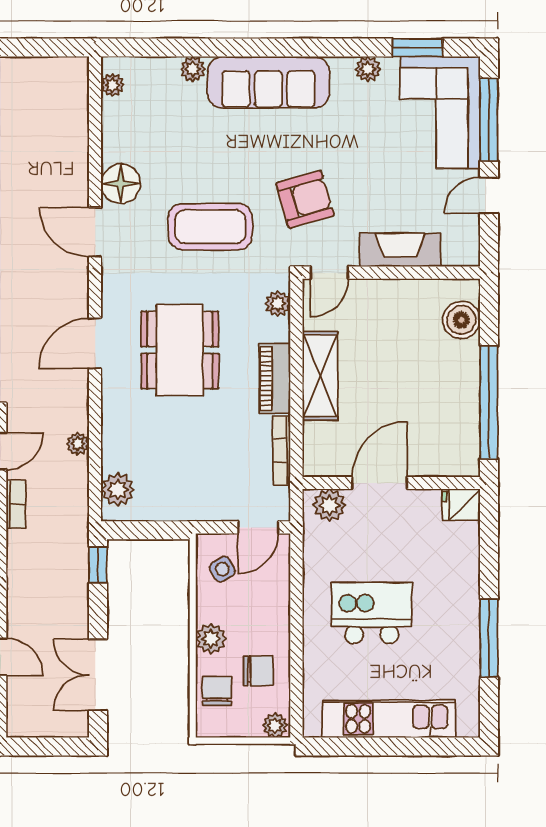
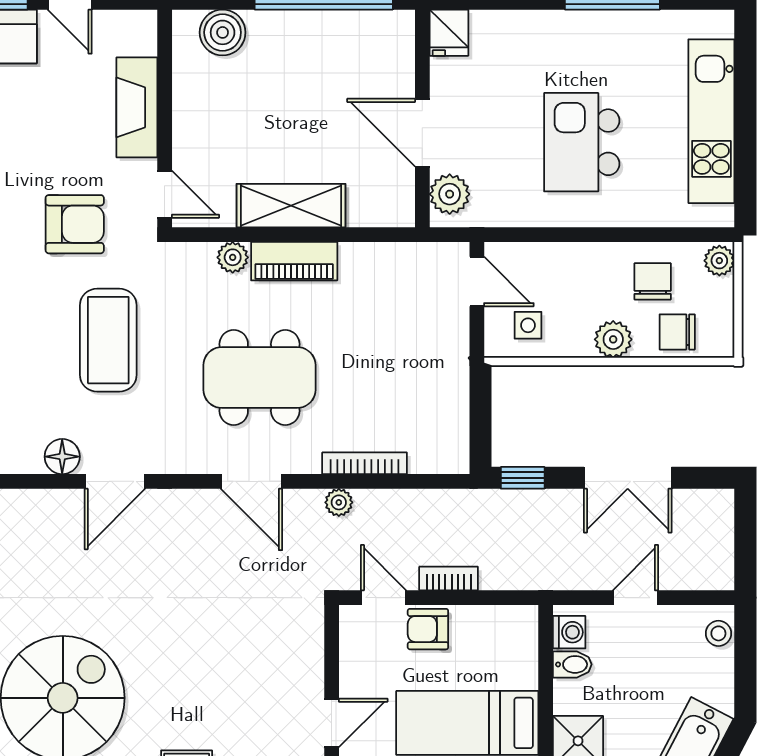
floor lamp: (121, 184) -> (62, 457), width x0.73, depth x0.73
armchair: (305, 199) -> (75, 224), turned 106
plant: (278, 304) -> (233, 257), moved
plant: (78, 444) -> (339, 502), moved
bookcase: (282, 450) -> (365, 463), moved, turned 180
plant: (118, 489) -> (430, 454), removed
side table: (222, 569) -> (528, 325), turned 30
double door: (98, 675) -> (628, 478), moved

